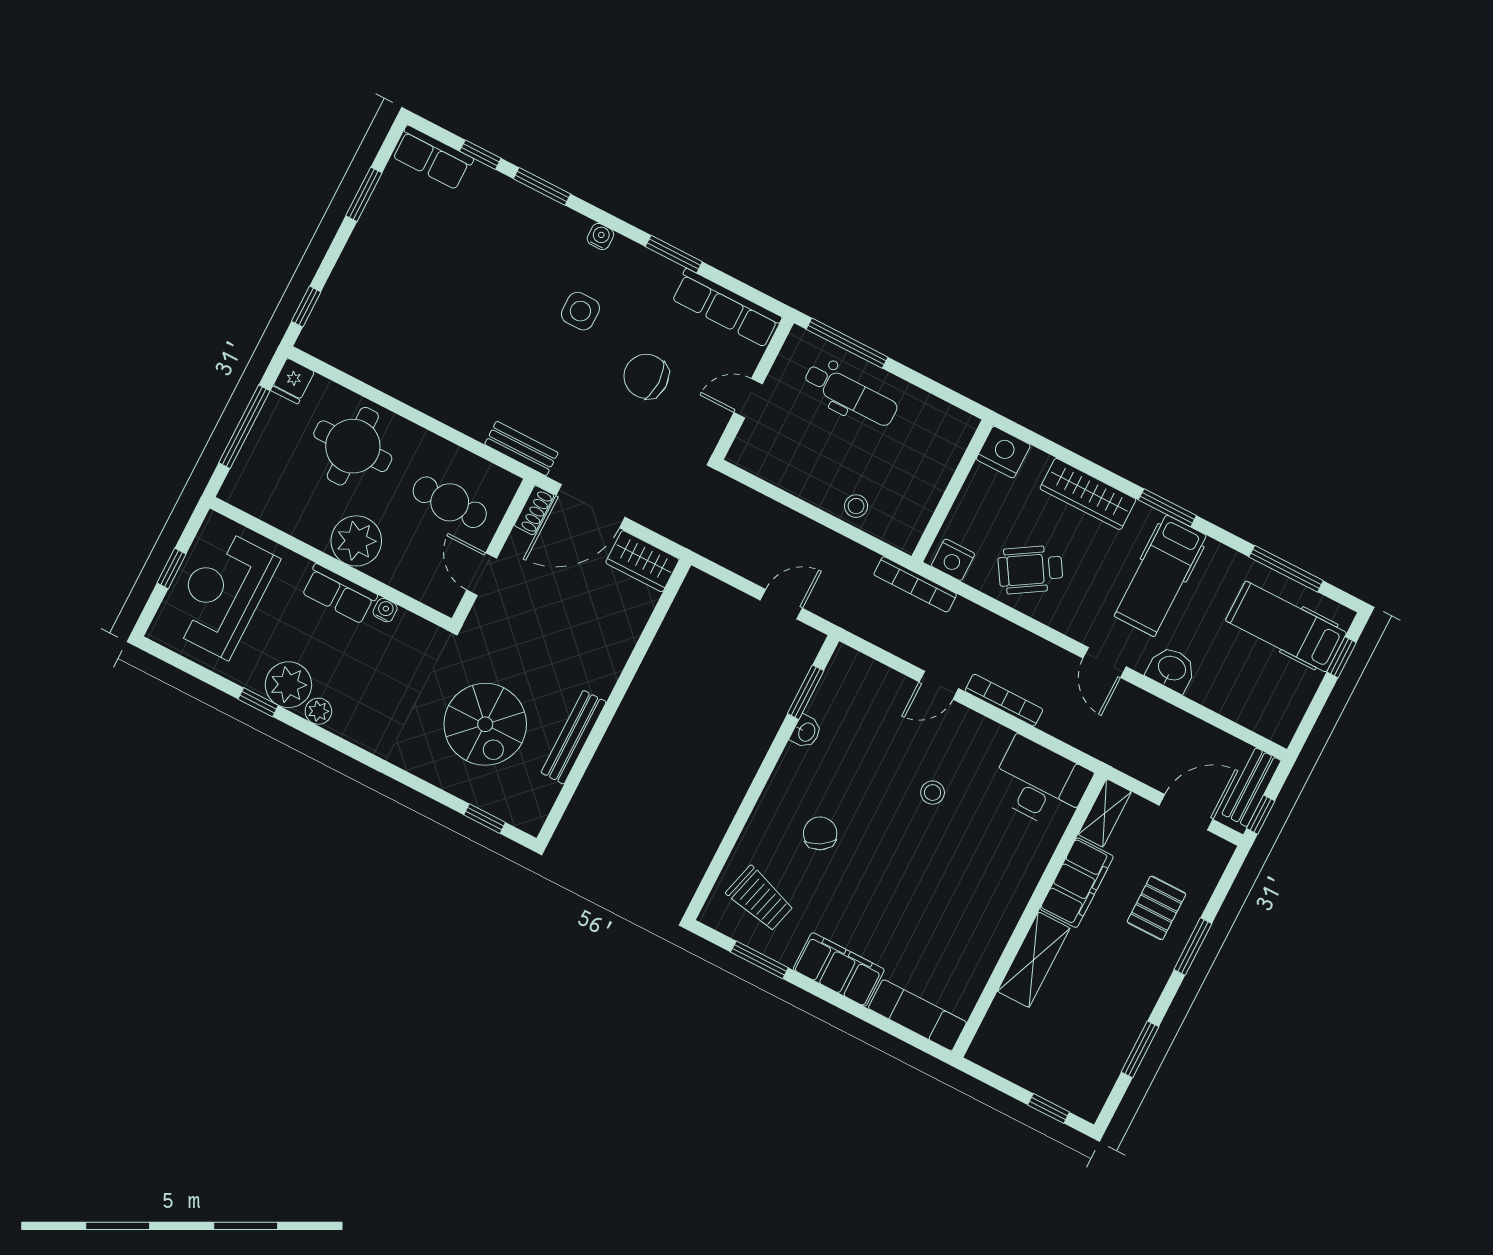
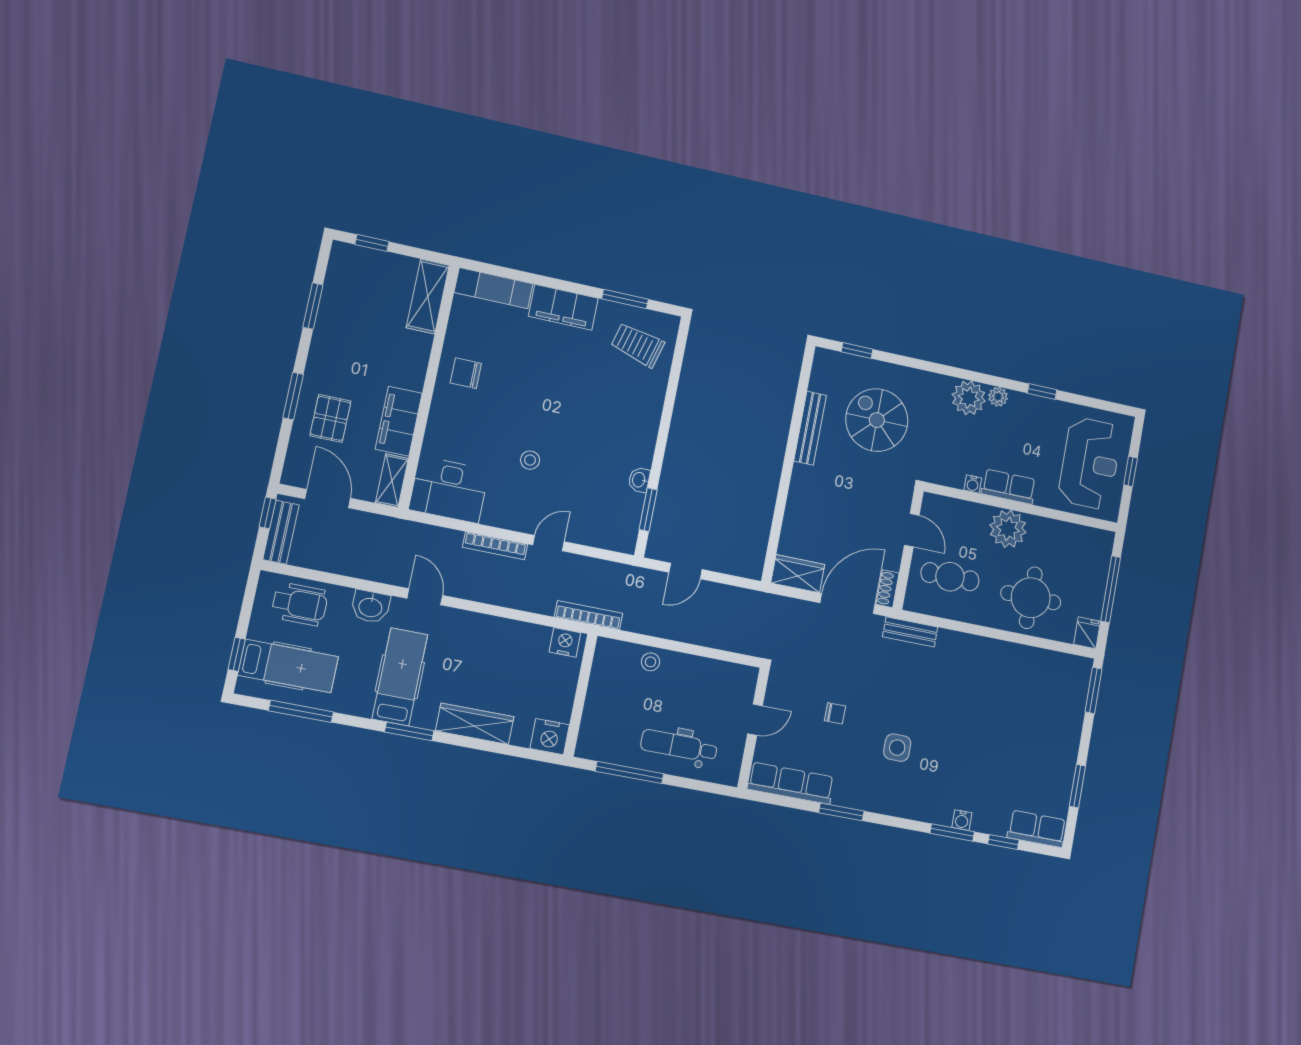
water cooler: (600, 237) -> (962, 820), moved
window: (306, 307) -> (1094, 690), width x1.50
window: (847, 343) -> (629, 772), moved
chair: (646, 376) -> (835, 713), width x0.54, depth x0.54
wheelchair: (1030, 570) -> (300, 604), moved, turned 32
plant: (288, 685) -> (969, 398), moved
door: (1186, 812) -> (328, 499), swing flipped
chair: (820, 833) -> (466, 373), moved, turned 120
shelving: (1034, 960) -> (428, 296), moved

